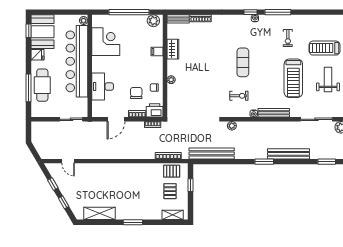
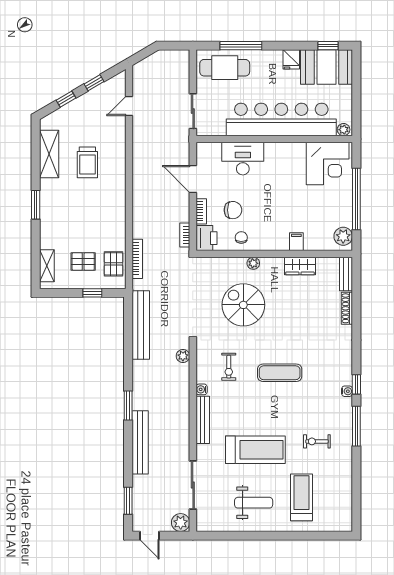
corner desk: (106, 42) -> (328, 163), moved
treadmill: (293, 78) -> (255, 450), turned 180
cafe table: (42, 85) -> (225, 68), moved
spiral stairs: (198, 86) -> (243, 305), added
trolley: (105, 188) -> (87, 162), added

